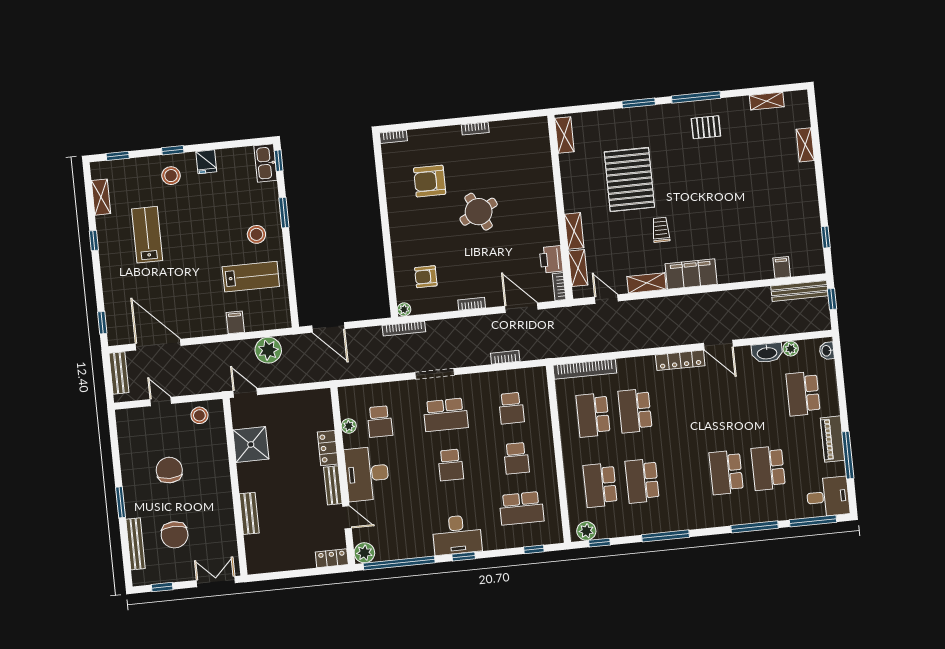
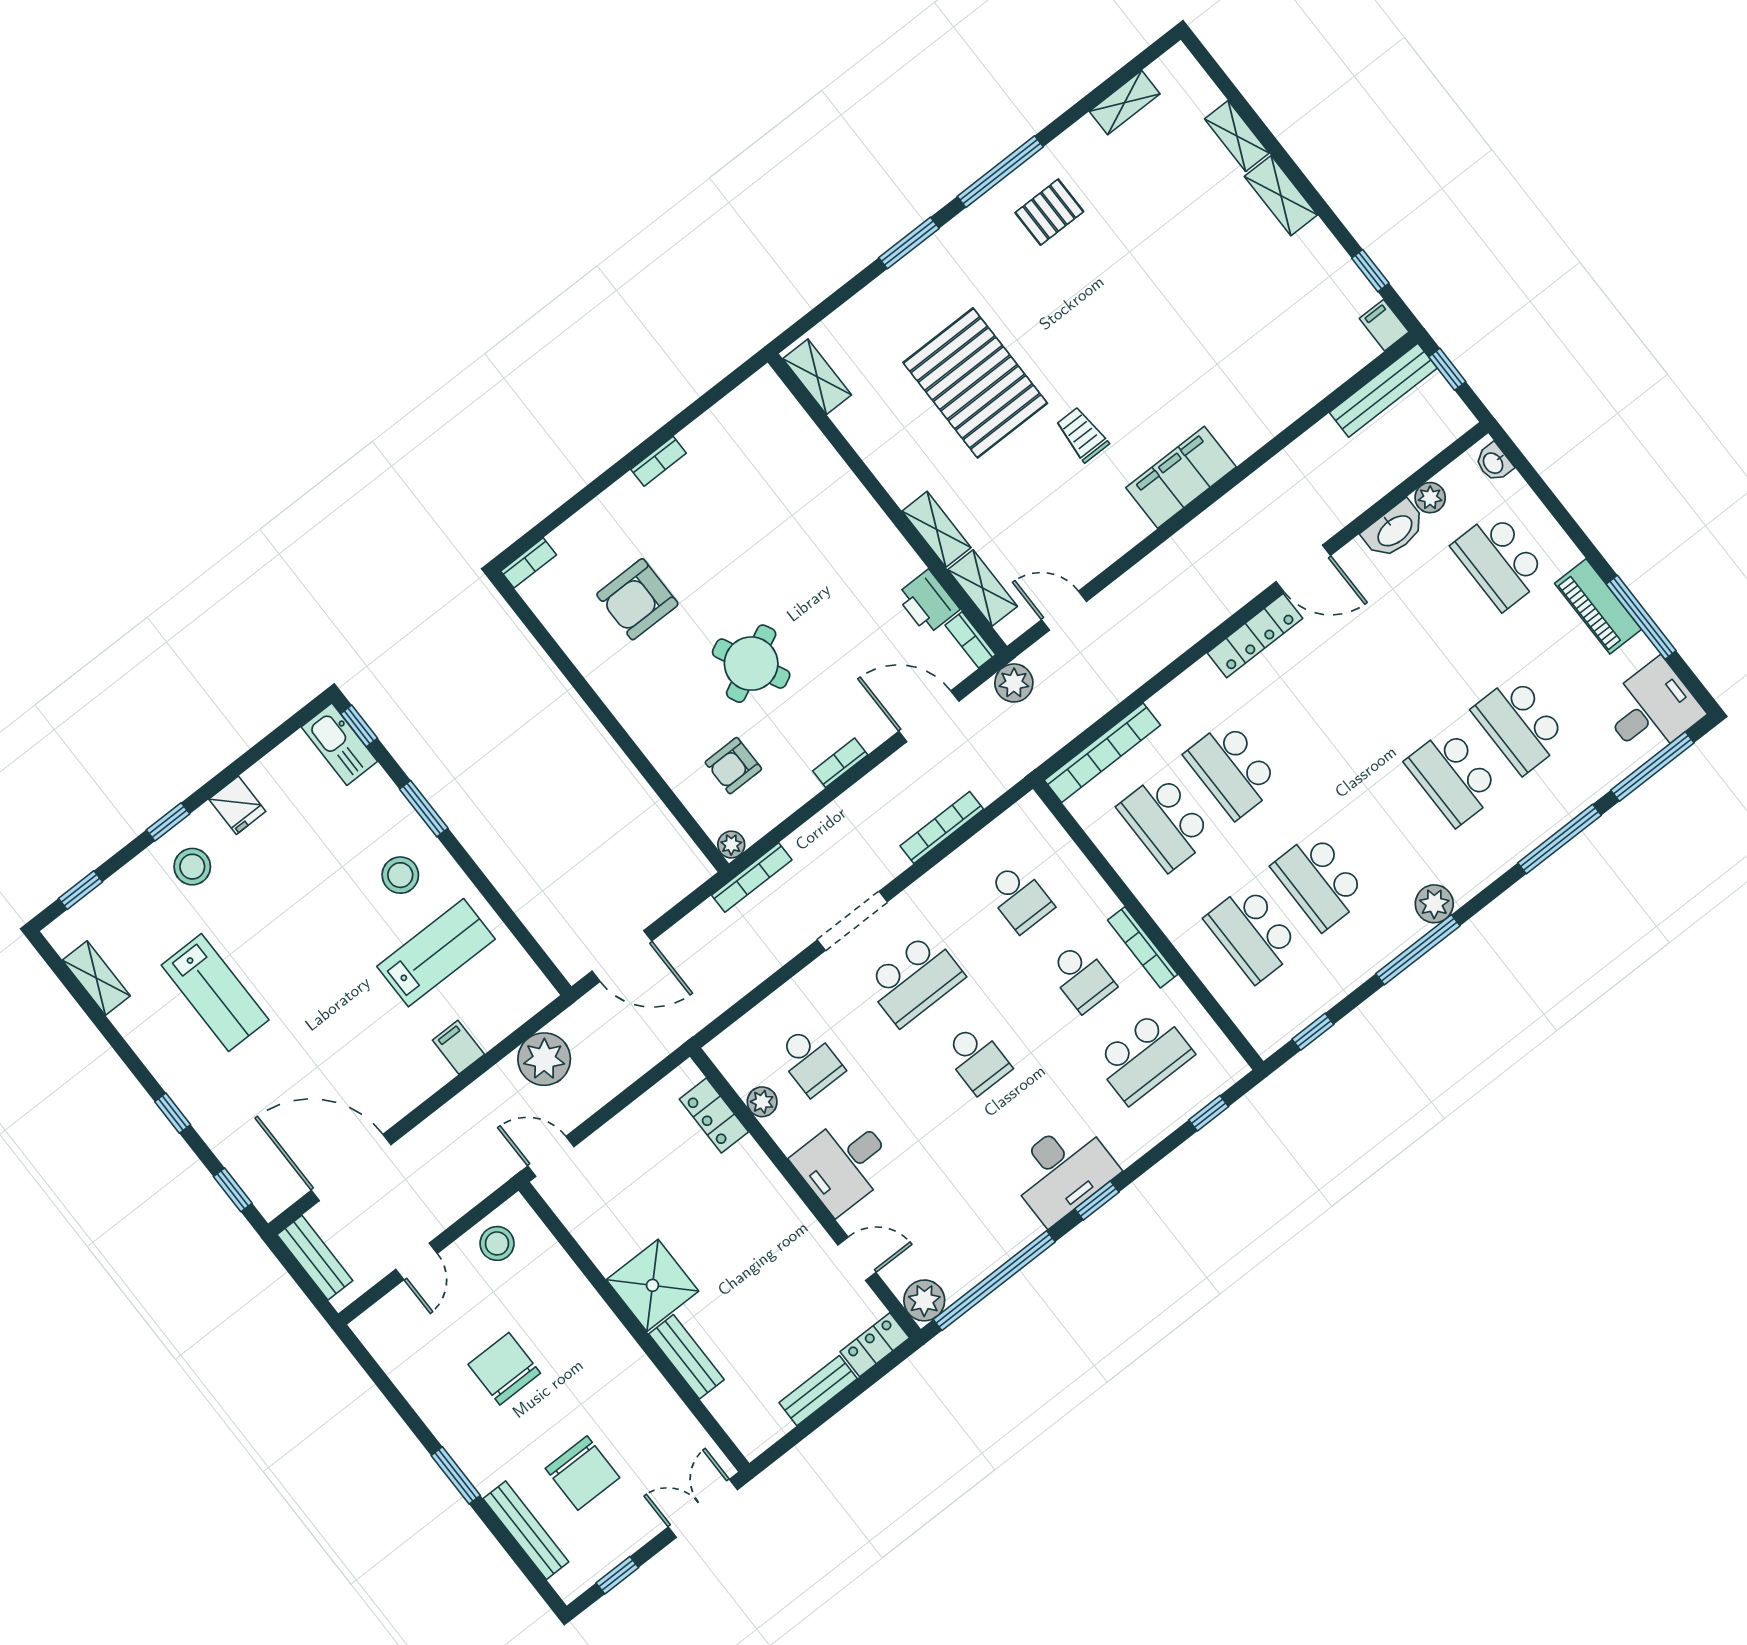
round table: (479, 212) -> (751, 664), moved
lab bench: (147, 235) -> (215, 993), turned 180
window: (94, 241) -> (173, 1113), moved
filing cabinet: (782, 267) -> (1384, 325), moved
shelving: (647, 283) -> (1281, 196), moved, turned 90
plant: (566, 316) -> (1014, 683), added
bookcase: (505, 357) -> (942, 828), width x1.56
door: (161, 401) -> (416, 1261), swing flipped
shower: (251, 445) -> (652, 1285), moved
locker: (328, 448) -> (714, 1115), moved
bookcase: (550, 462) -> (1143, 947), added
desk: (367, 474) -> (844, 1163), width x0.73
bench: (333, 485) -> (818, 1391), moved, turned 90
plant: (586, 531) -> (1434, 904), moved

